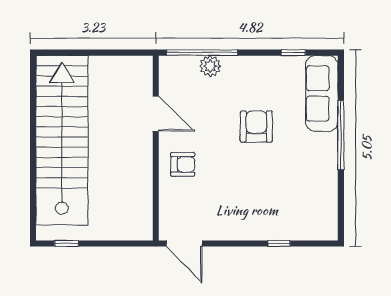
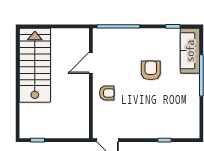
plant: (210, 66) -> (123, 34), removed
door: (156, 114) -> (91, 63), swing flipped
stairs: (62, 140) -> (35, 65), width x0.73

